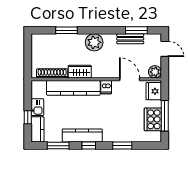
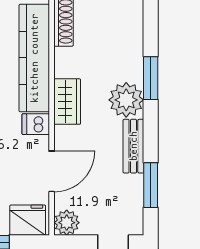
window: (66, 30) -> (151, 78), moved
bench: (130, 39) -> (133, 146), moved
wardrobe: (80, 72) -> (67, 102), moved

